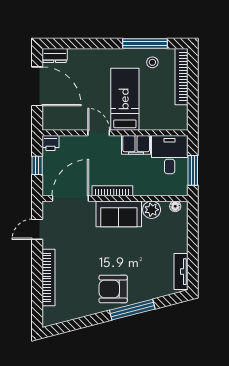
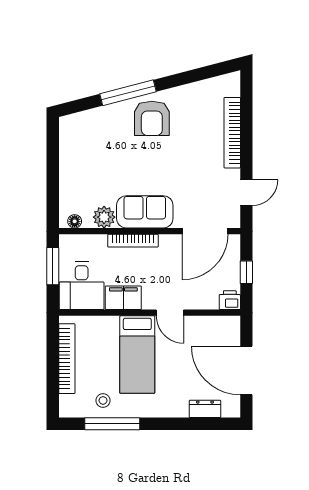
dresser: (55, 56) -> (205, 409), moved
bookcase: (181, 77) -> (67, 359), moved
bookcase: (112, 191) -> (133, 241), moved
tv unit: (181, 272) -> (67, 140), removed
armchair: (113, 289) -> (152, 118), turned 90

